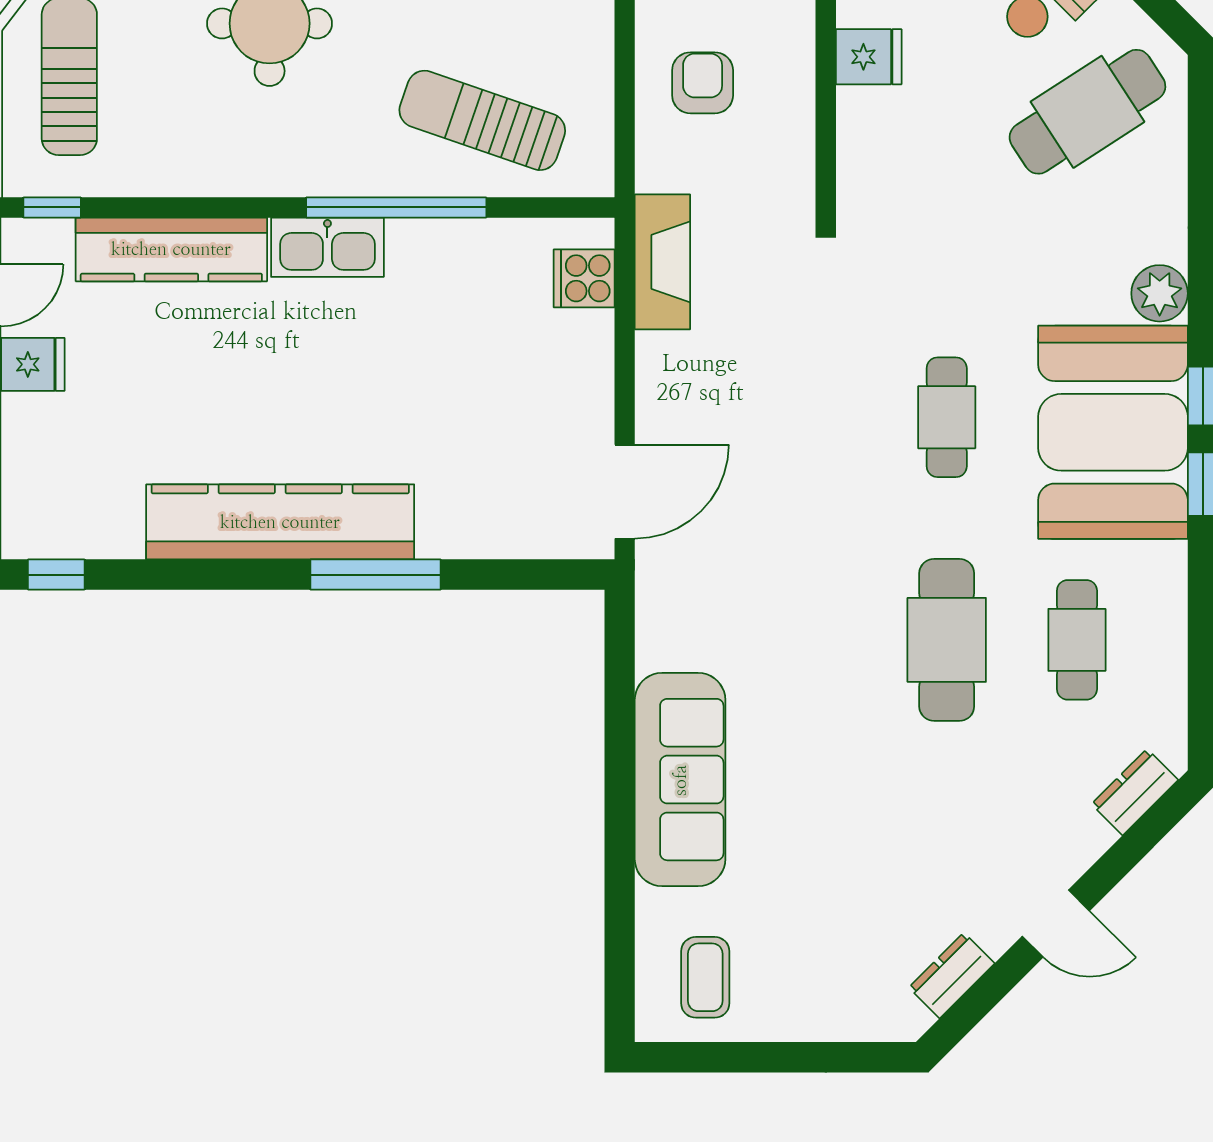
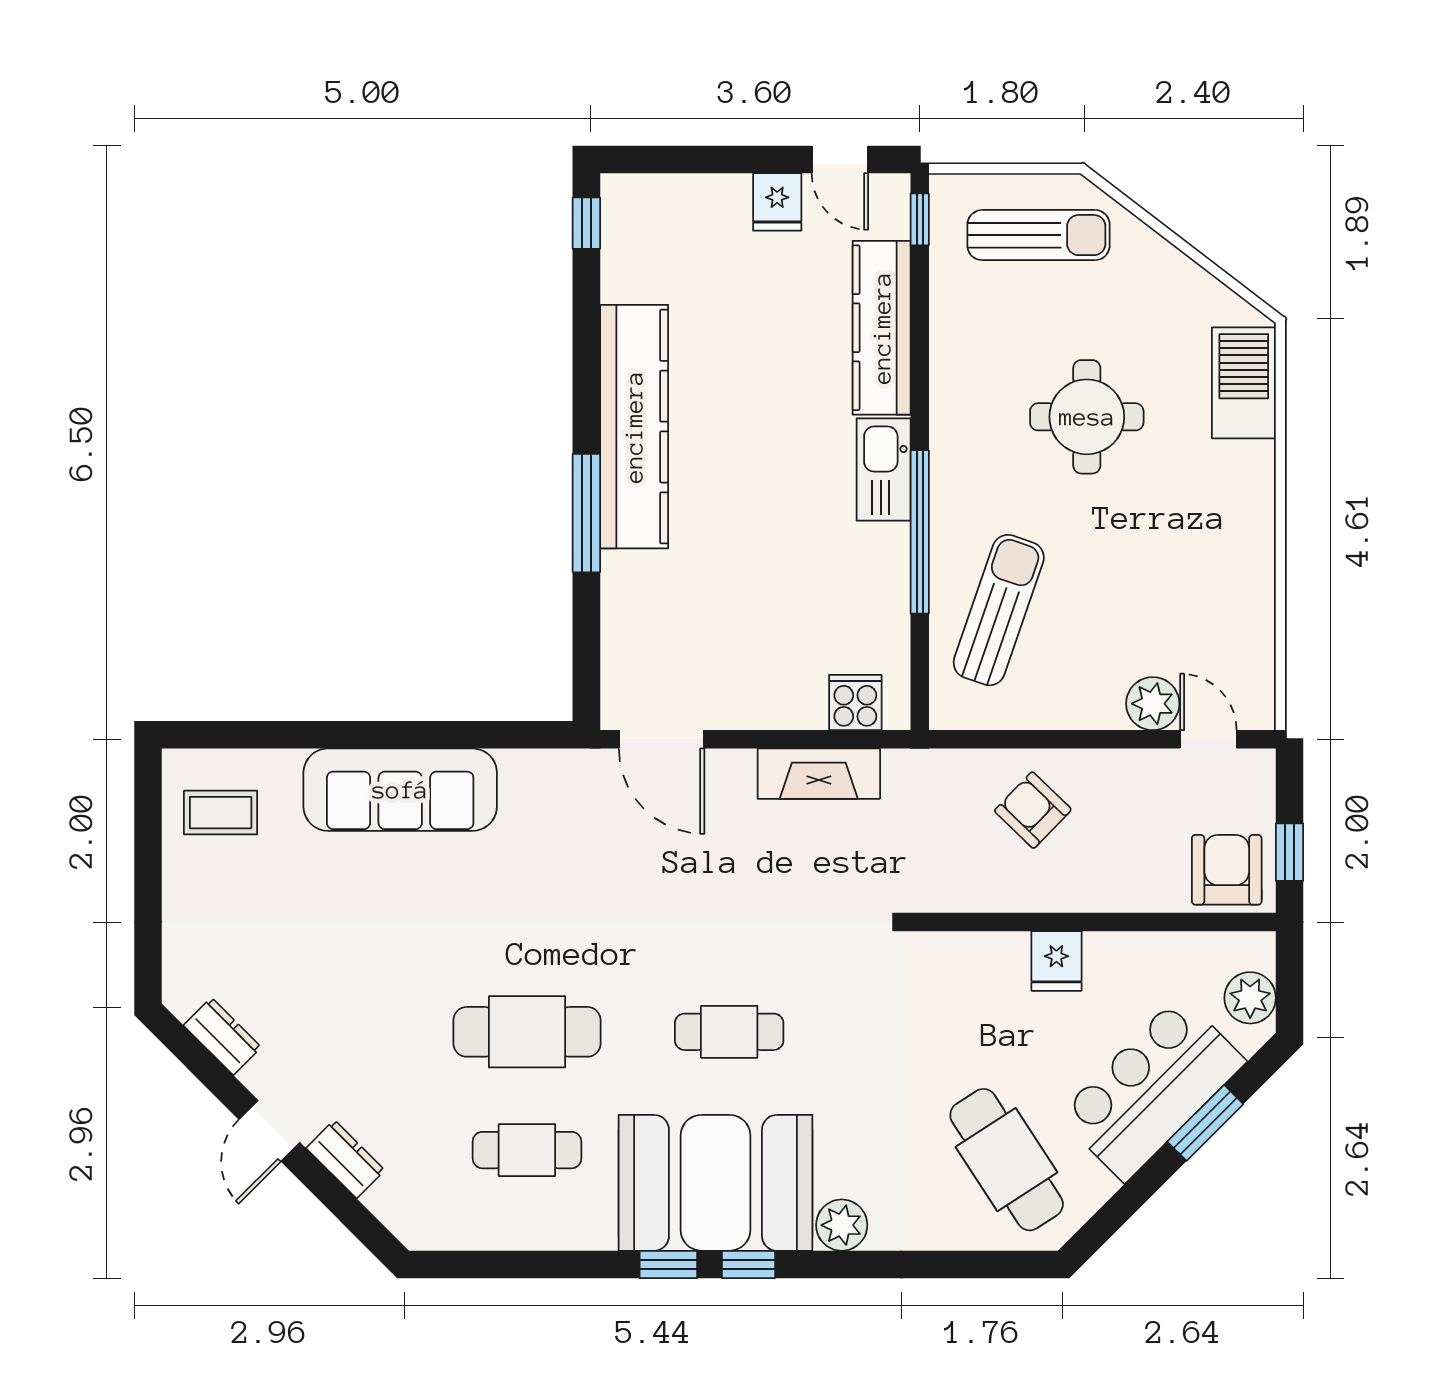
armchair: (703, 83) -> (1033, 810), turned -136
fireplace: (662, 262) -> (819, 774), moved
dresser: (1135, 792) -> (345, 1159), moved

